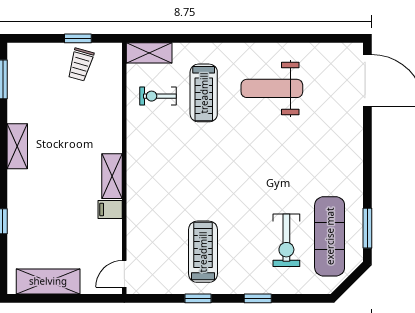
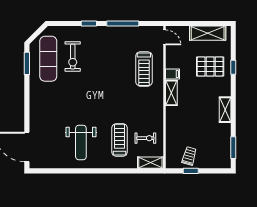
weight bench: (272, 88) -> (81, 143), turned 90
pallet: (44, 223) -> (210, 66), added
exercise bike: (286, 240) -> (73, 57), turned 180
treadmill: (203, 252) -> (144, 69), moved
door: (124, 274) -> (164, 37), hinge flipped
window: (198, 298) -> (123, 24), width x2.17

